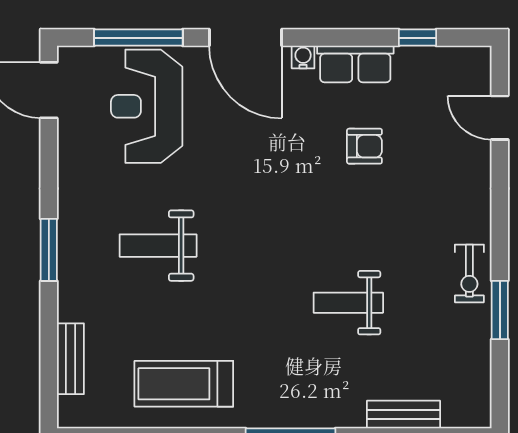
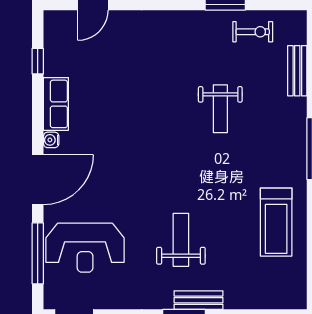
armchair: (364, 146) -> (113, 98), removed
weight bench: (158, 246) -> (181, 240), turned 180
exercise bike: (469, 273) -> (253, 32), moved
bench: (70, 359) -> (199, 300), moved

